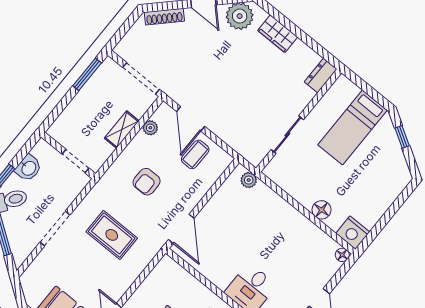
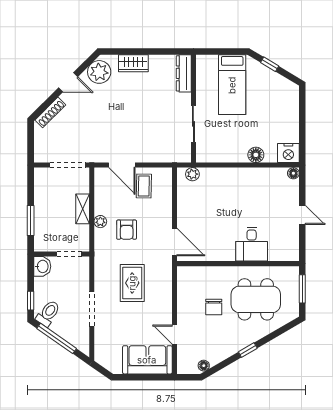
window: (87, 74) -> (31, 220), moved
dresser: (321, 76) -> (184, 73), width x1.44
plant: (150, 128) -> (100, 222), moved
washbasin: (28, 168) -> (42, 266), moved
rug: (112, 235) -> (132, 283), turned 90

